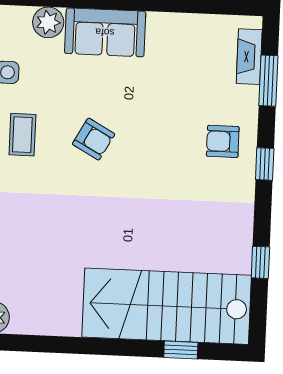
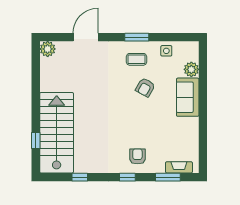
armchair: (94, 139) -> (145, 87), moved

